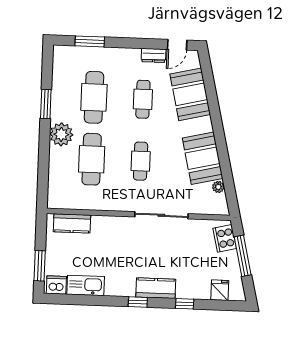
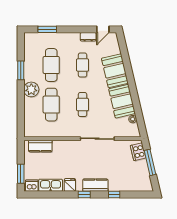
booth: (190, 94) -> (115, 71), moved
fridge: (220, 290) -> (70, 185), moved

